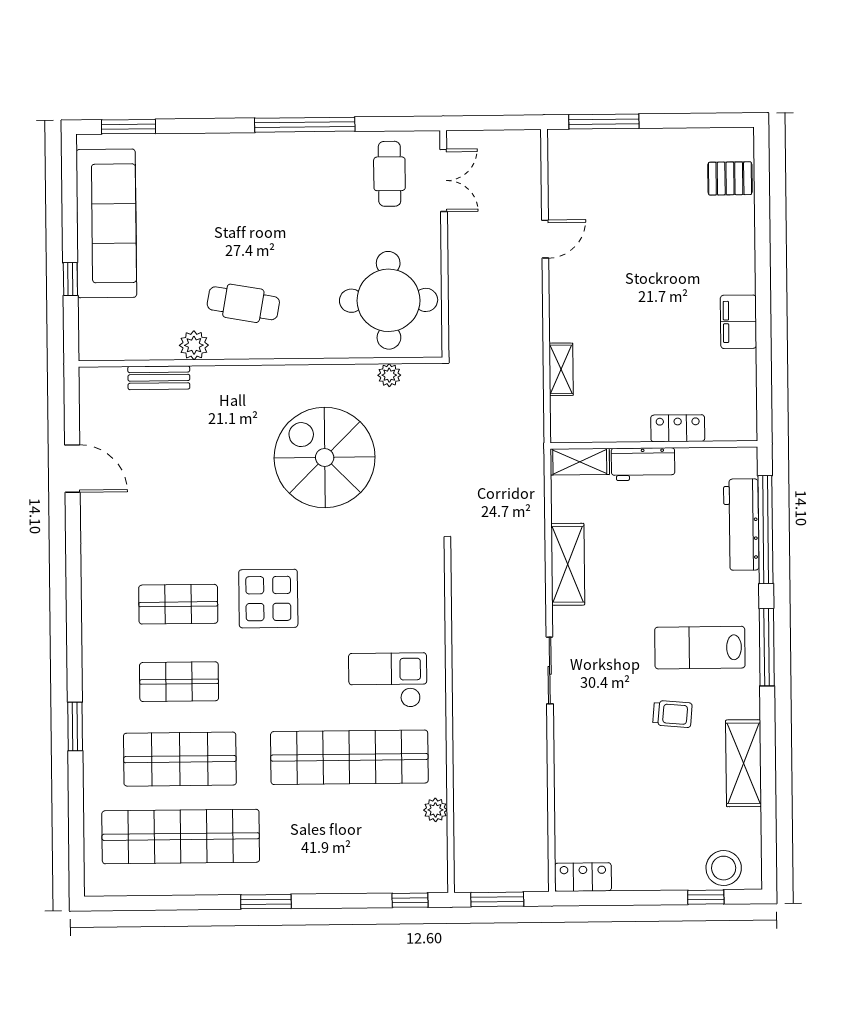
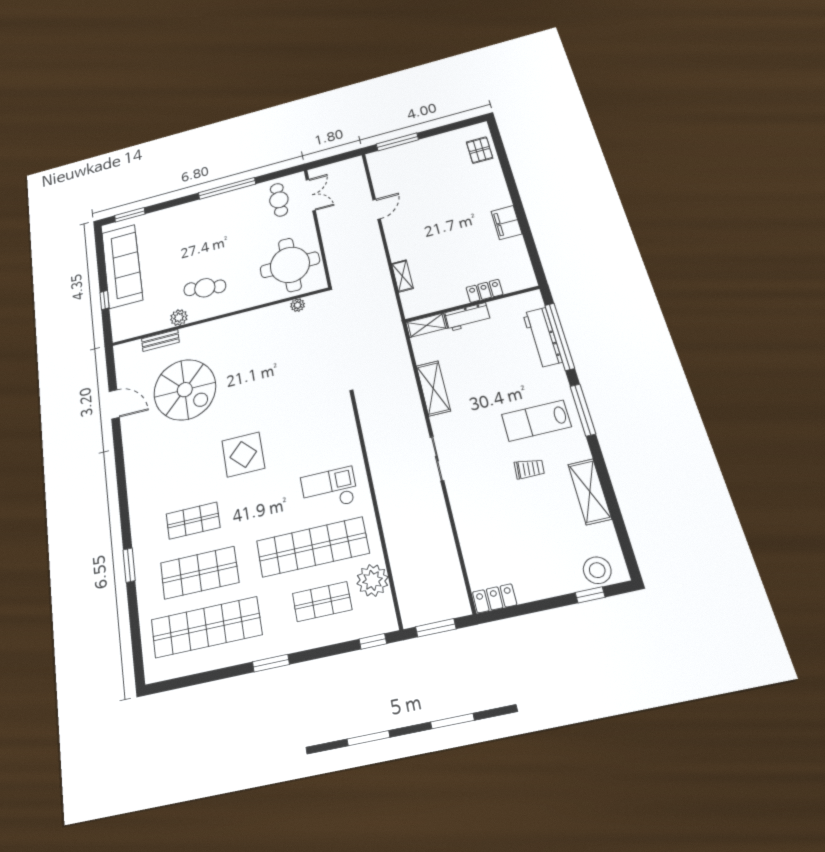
pallet: (730, 178) -> (480, 150), turned 90
spiral stairs: (325, 457) -> (185, 390), moved, turned 180
shop shelf: (178, 604) -> (322, 602), moved
plant: (435, 810) -> (372, 580), width x1.88, depth x1.88

